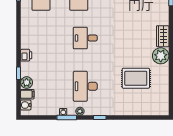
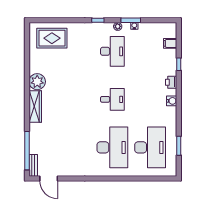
wardrobe: (163, 36) -> (35, 106), width x1.50
rug: (136, 78) -> (52, 38), moved
plant: (27, 83) -> (171, 55), removed
water cooler: (26, 105) -> (172, 101), moved

